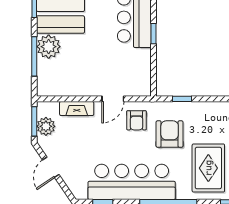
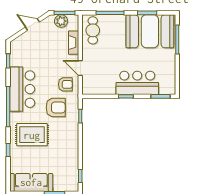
plant: (49, 47) -> (117, 23), removed
cafe table: (59, 81) -> (93, 30), added
armchair: (137, 120) -> (65, 84), turned 180
bar counter: (132, 182) -> (22, 89), width x0.73

